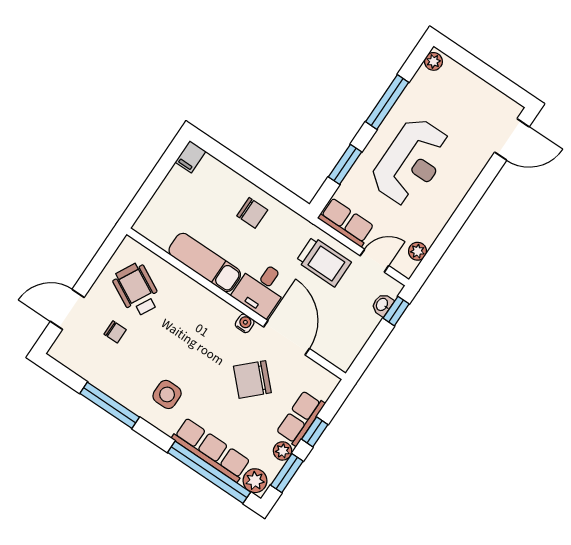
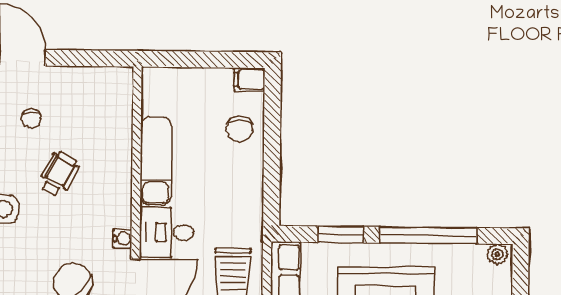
window: (387, 102) -> (428, 235), width x1.46
chair: (252, 213) -> (240, 129), moved
wheelchair: (137, 290) -> (59, 174), moved, width x0.73, depth x0.73

